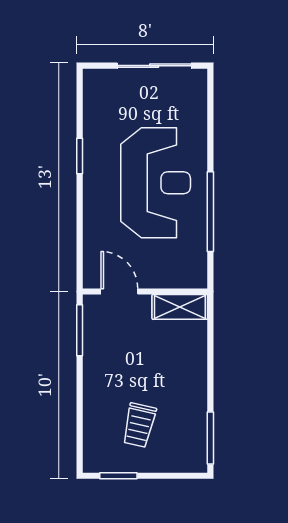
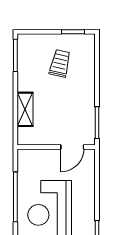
door: (119, 292) -> (72, 147), hinge flipped
shelving: (180, 307) -> (25, 109), moved, turned 90

